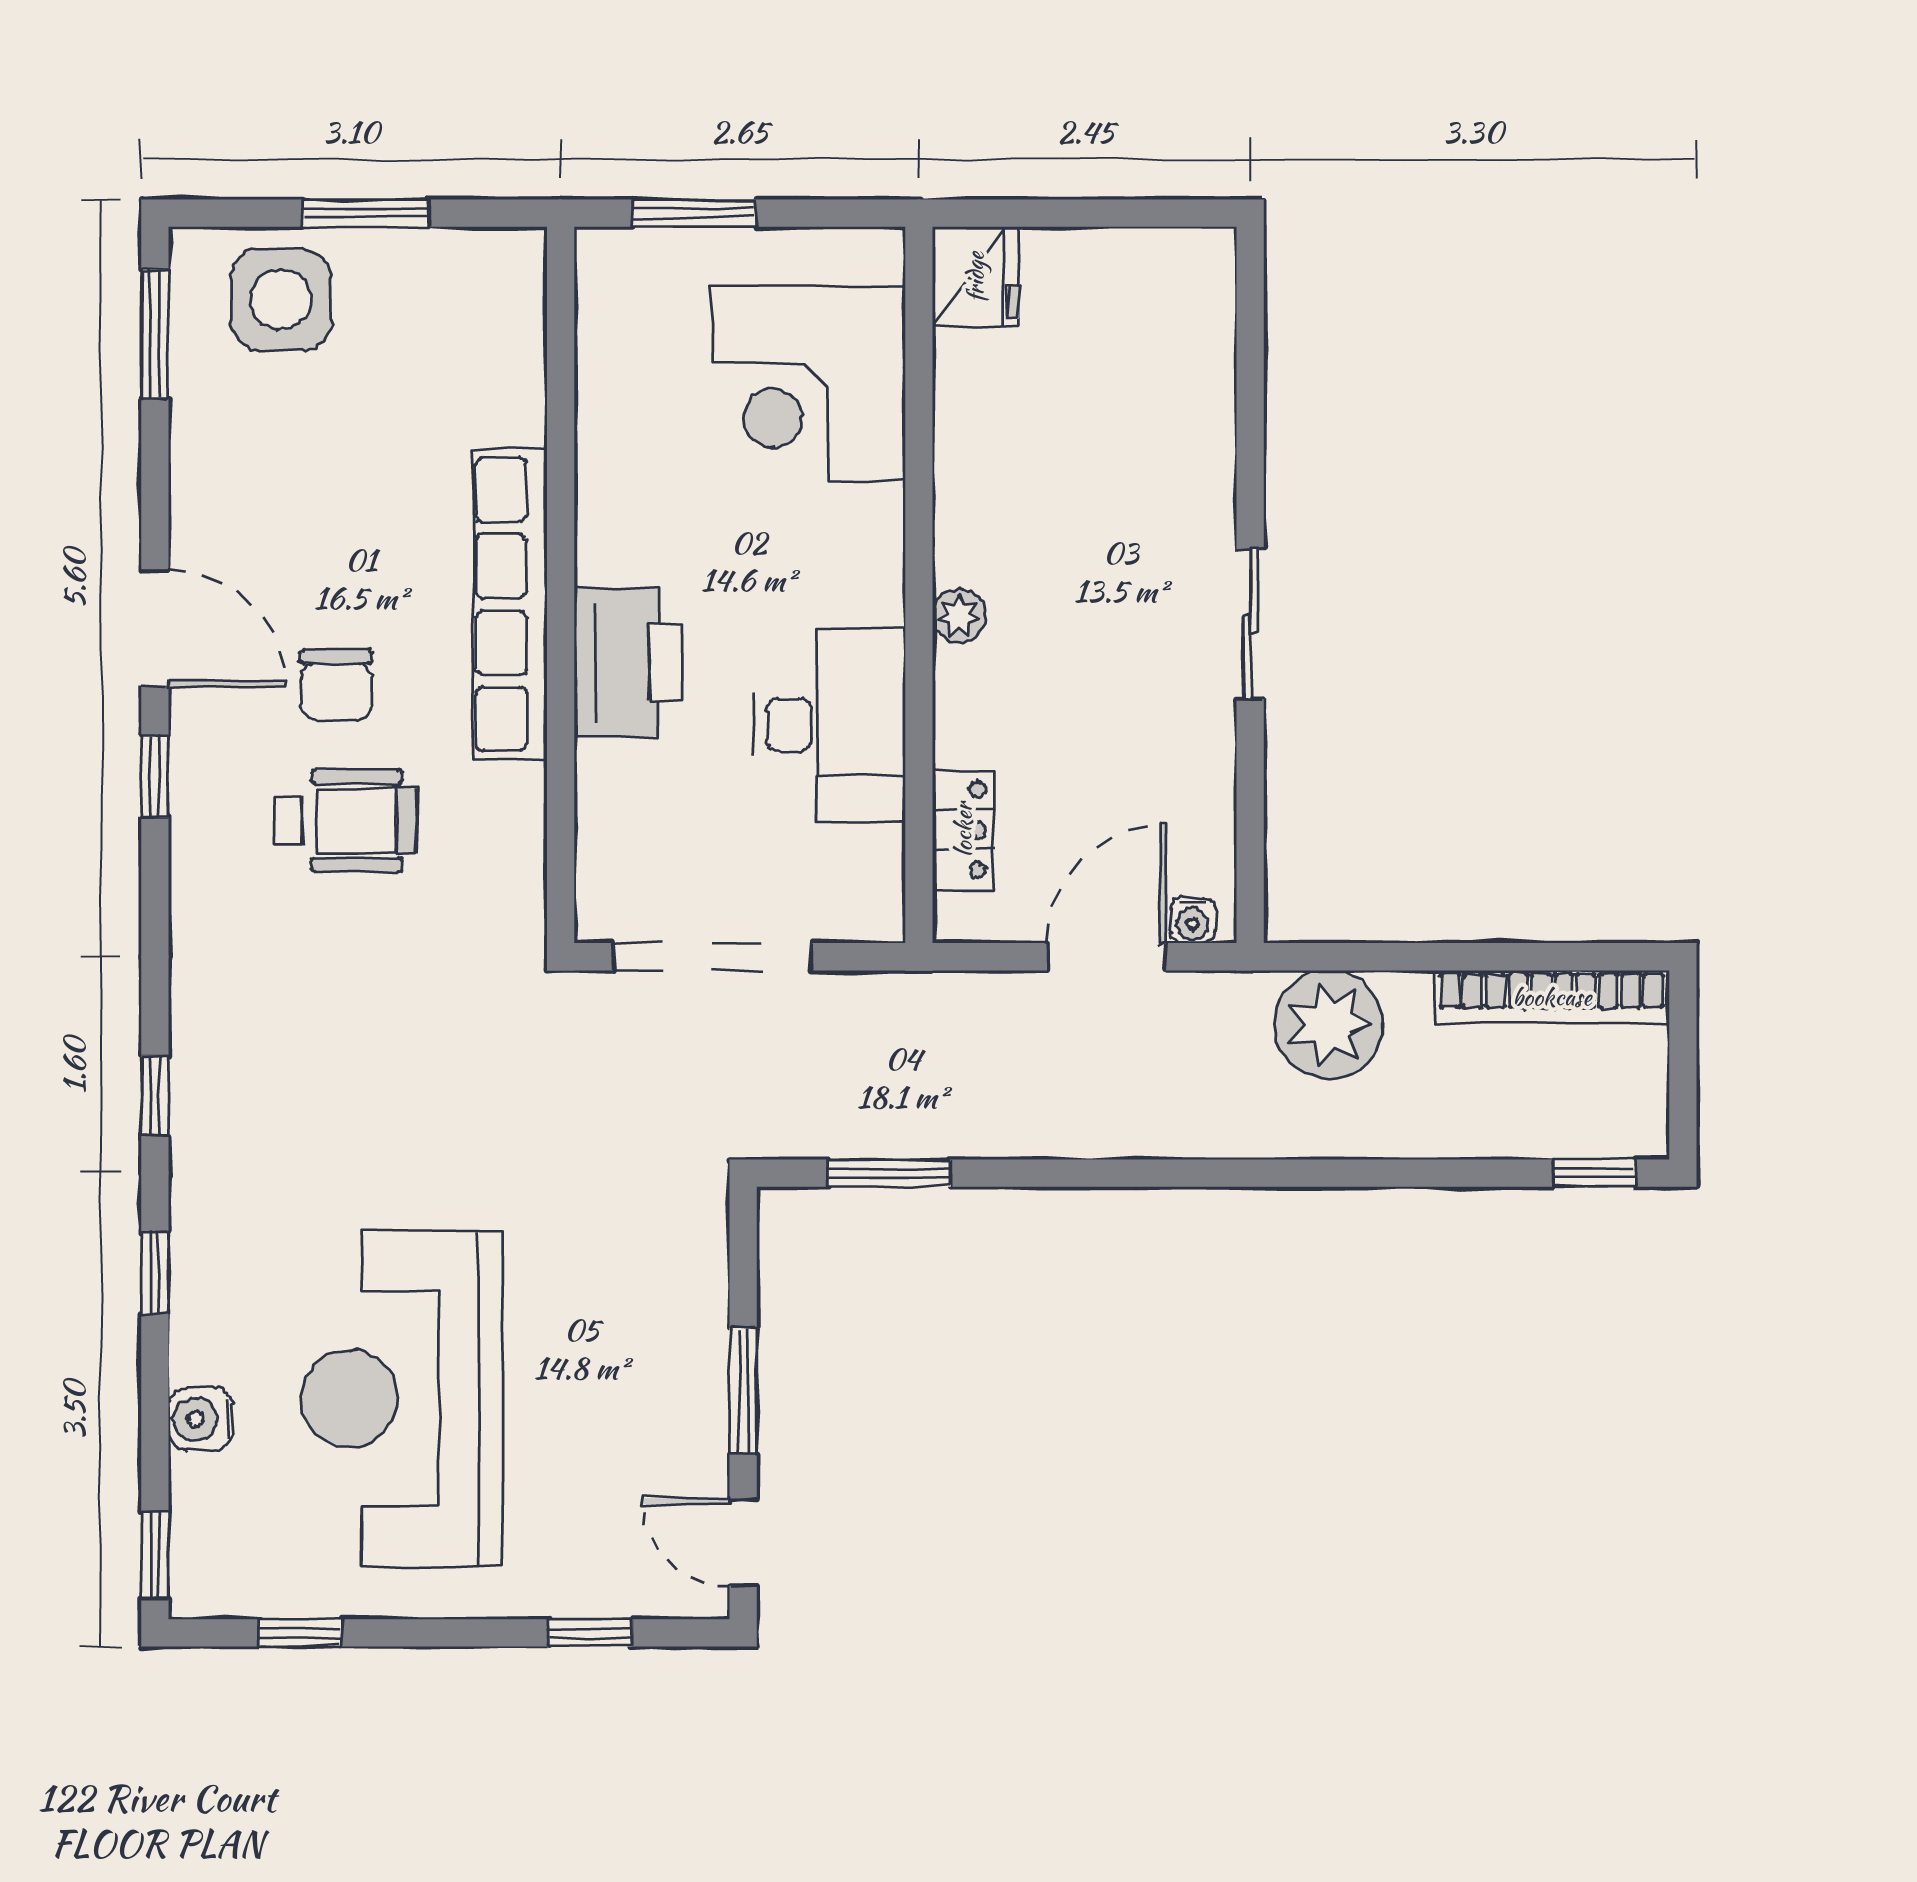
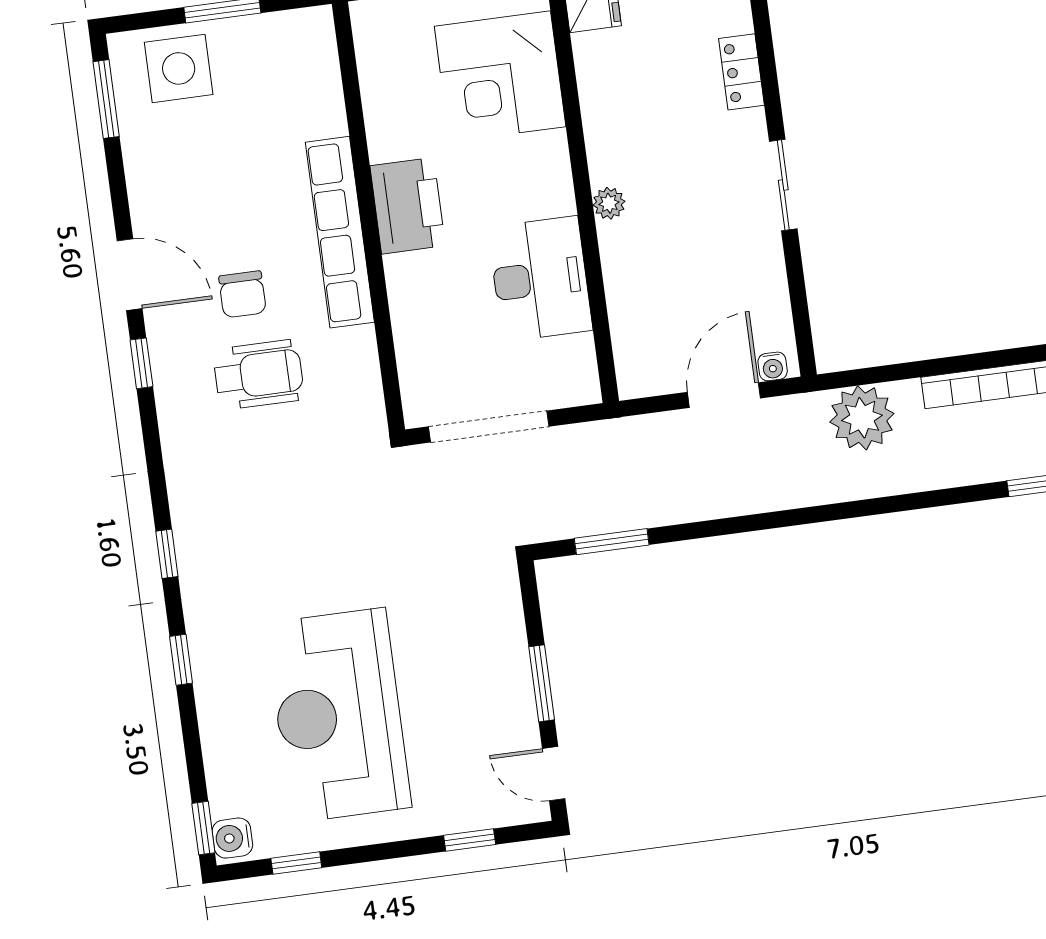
printer: (627, 662) -> (408, 206), moved
locker: (963, 830) -> (742, 72), moved, turned 180
water cooler: (200, 1419) -> (232, 838), moved

